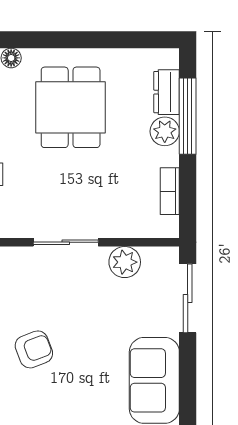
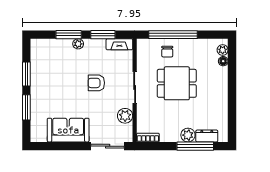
dining table: (71, 107) -> (177, 83), moved
bookcase: (170, 191) -> (148, 138), moved
armchair: (34, 349) -> (96, 83), moved, turned 111

